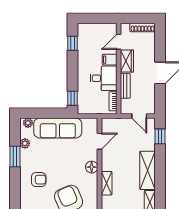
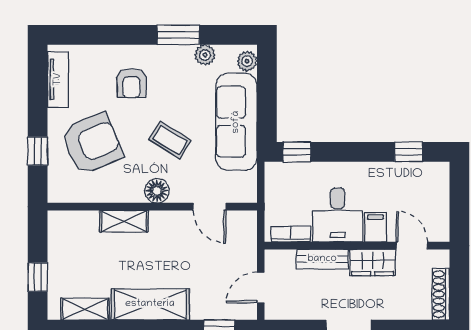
coffee table: (67, 161) -> (170, 140), added

